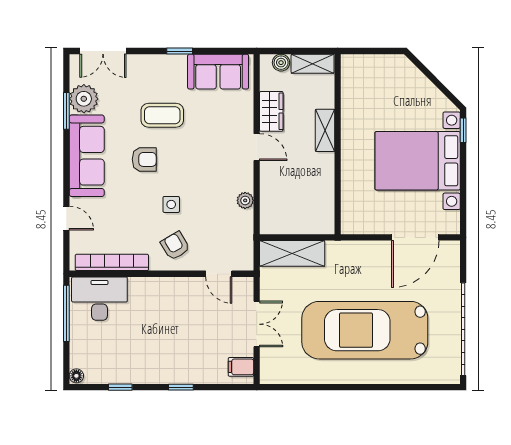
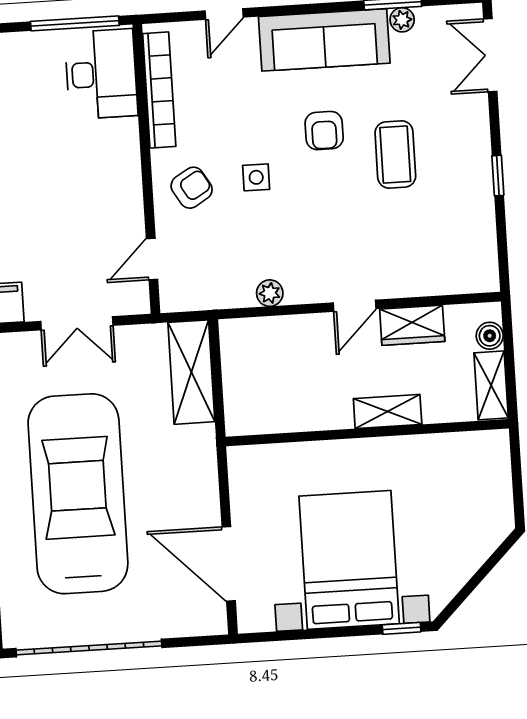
sofa: (218, 72) -> (469, 238), removed
plant: (84, 99) -> (402, 20), width x0.53, depth x0.53

